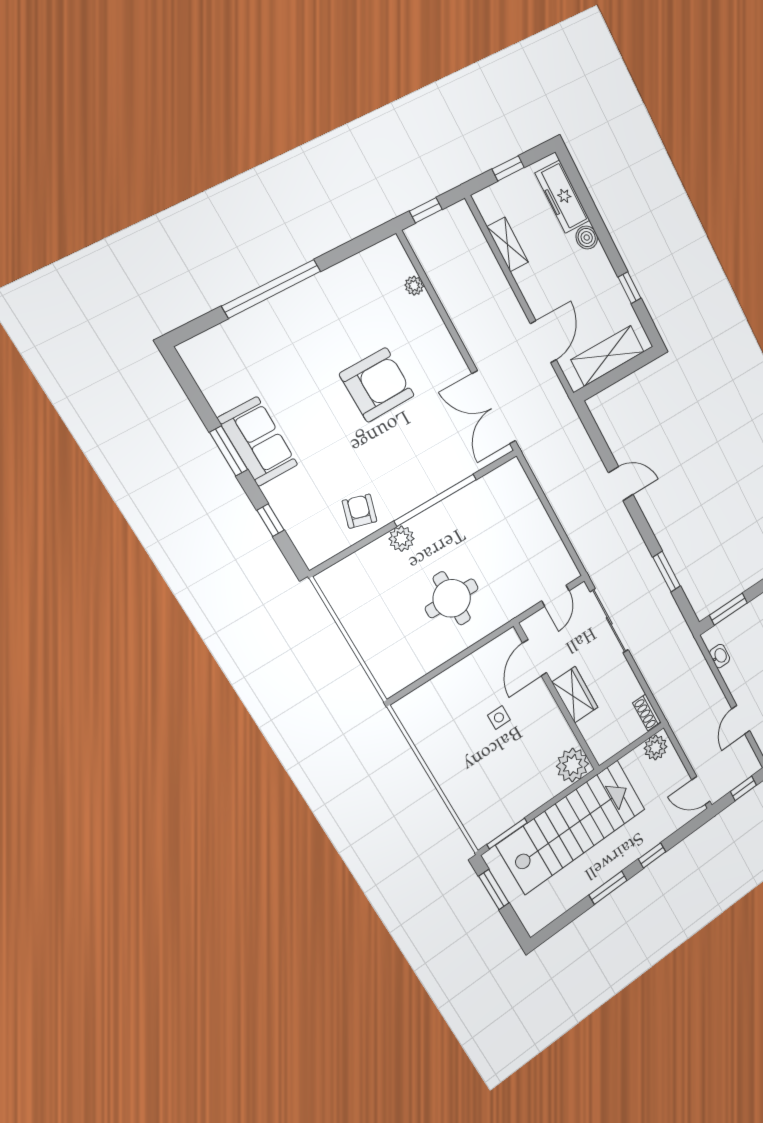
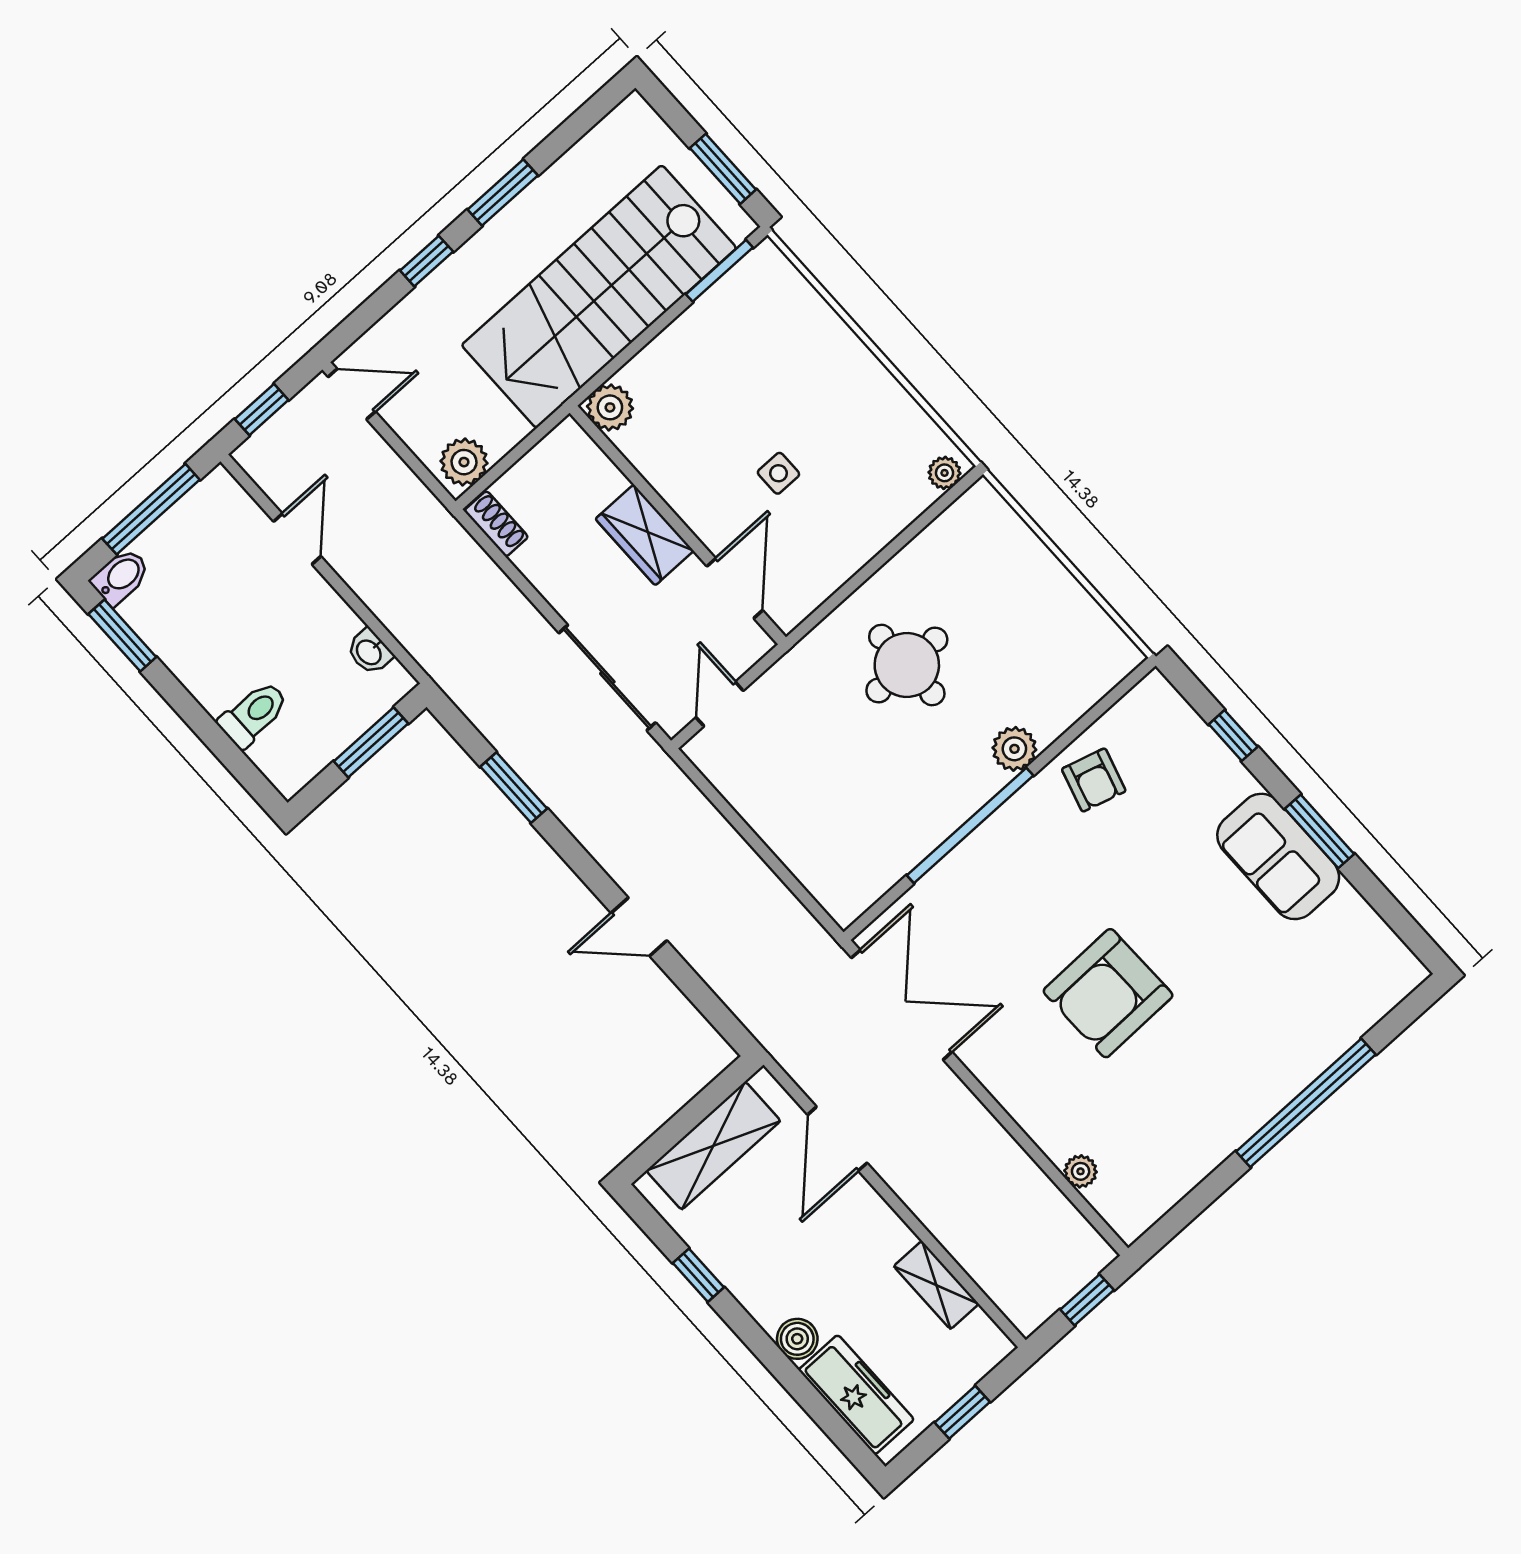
plant: (408, 704) -> (945, 473), added
plant: (572, 765) -> (610, 407), width x0.73, depth x0.73

